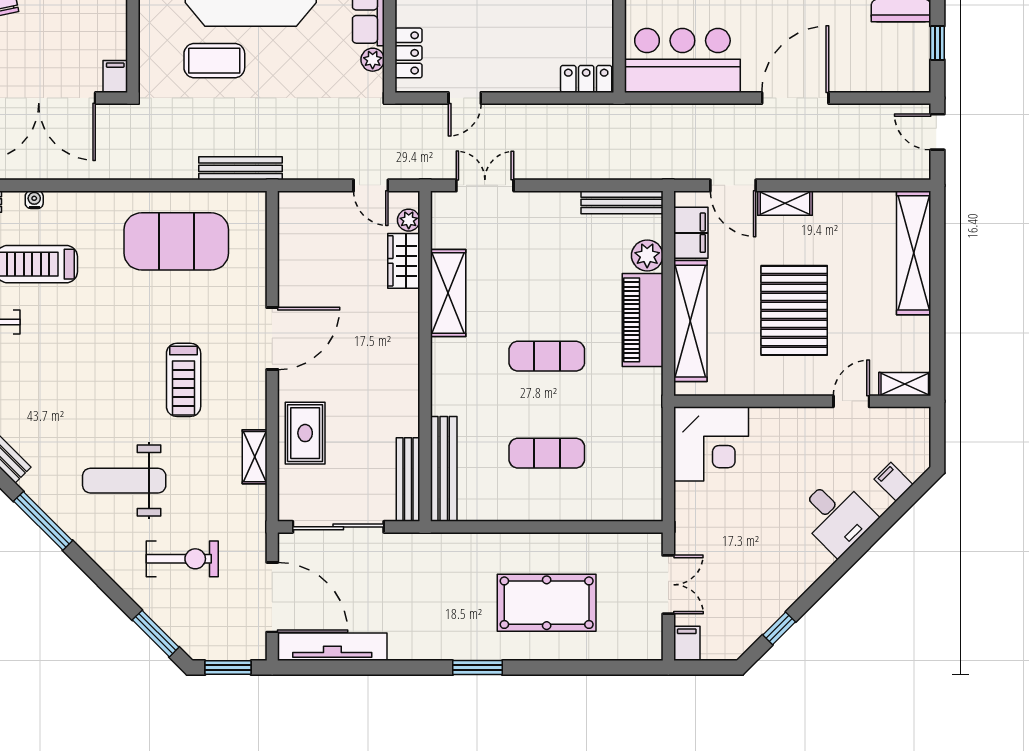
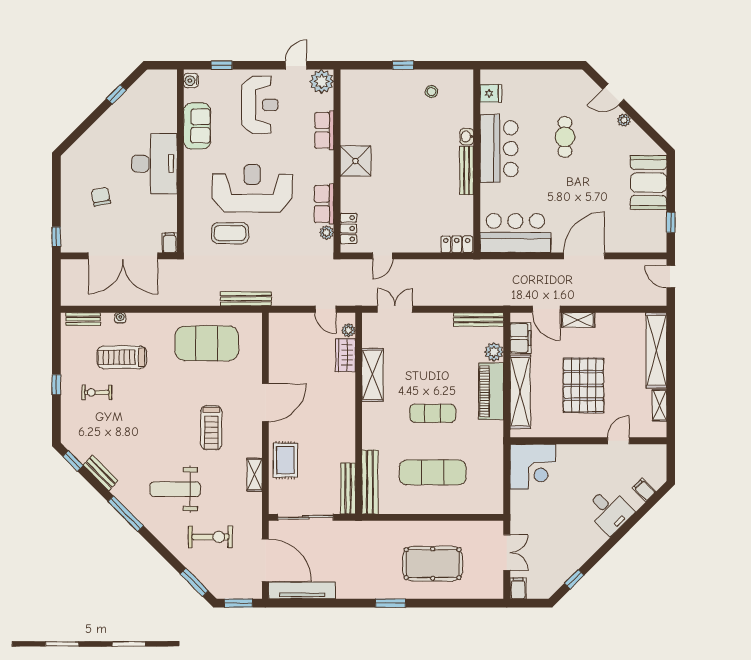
shelving: (905, 384) -> (660, 405), moved, turned 90
exercise mat: (547, 453) -> (433, 472), width x1.36, depth x1.45

